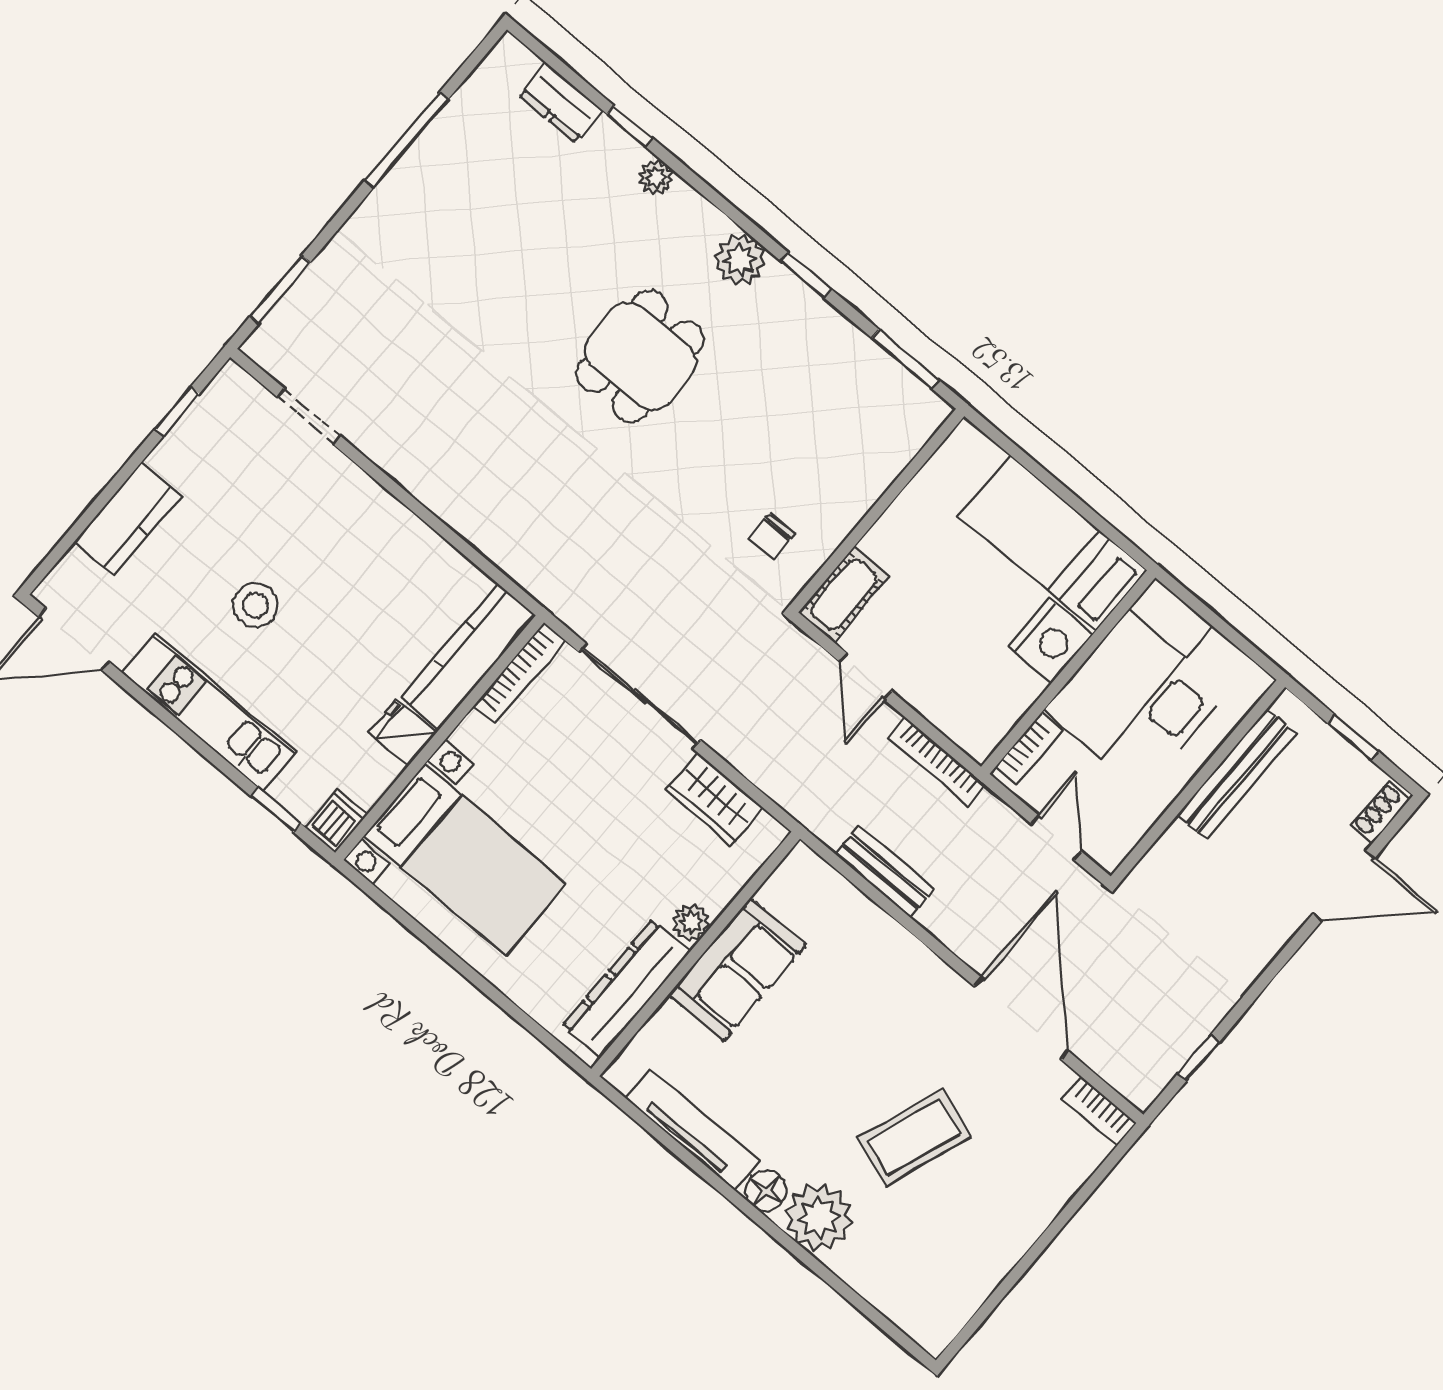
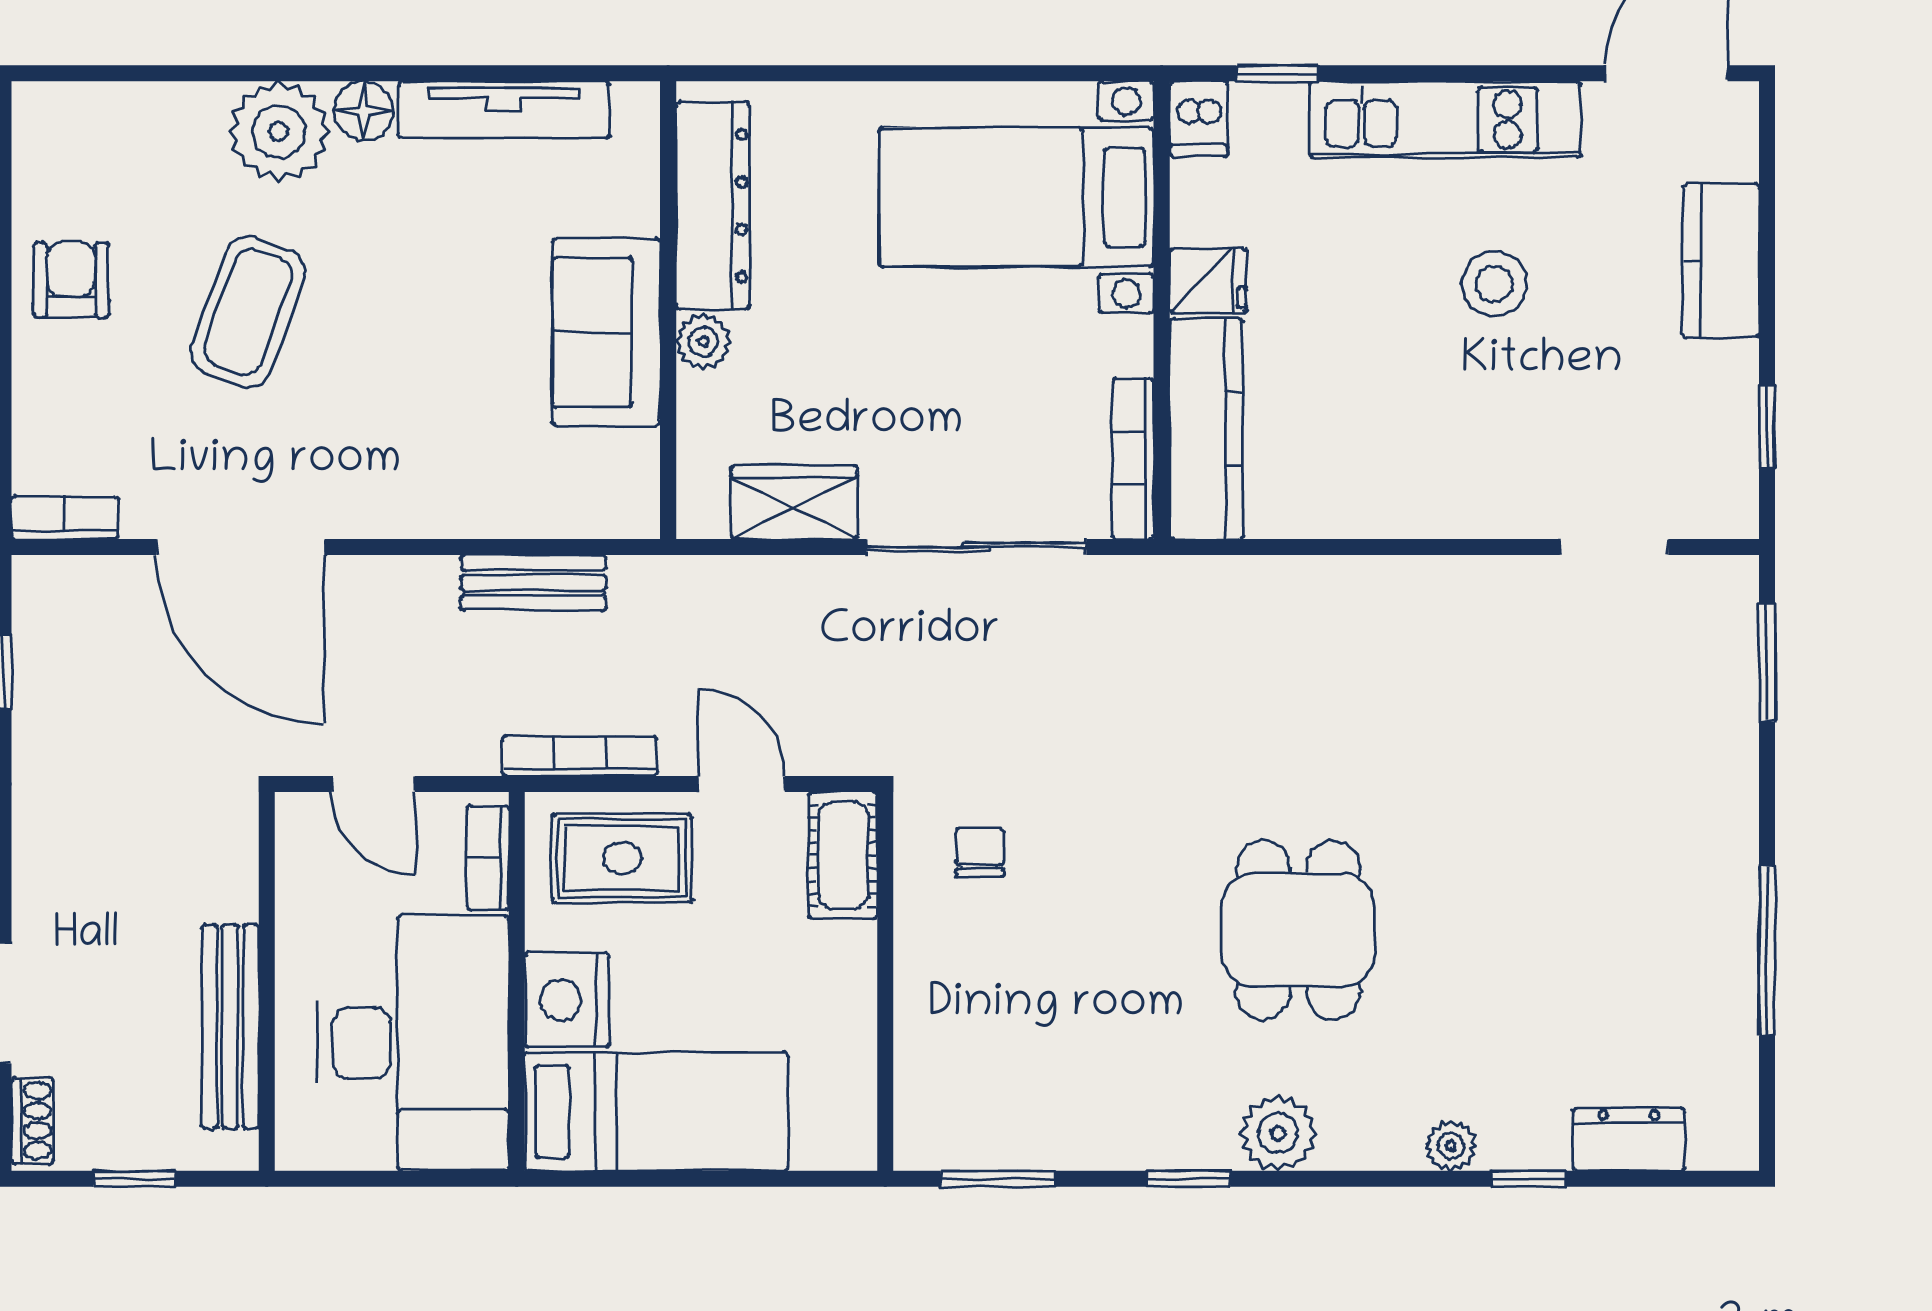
rug: (960, 690) -> (622, 858), added
armchair: (992, 1231) -> (71, 280), added

